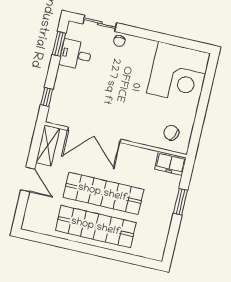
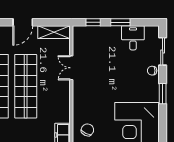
window: (149, 35) -> (163, 94), added
window: (59, 44) -> (120, 22), moved
double door: (94, 135) -> (71, 68), width x0.54

